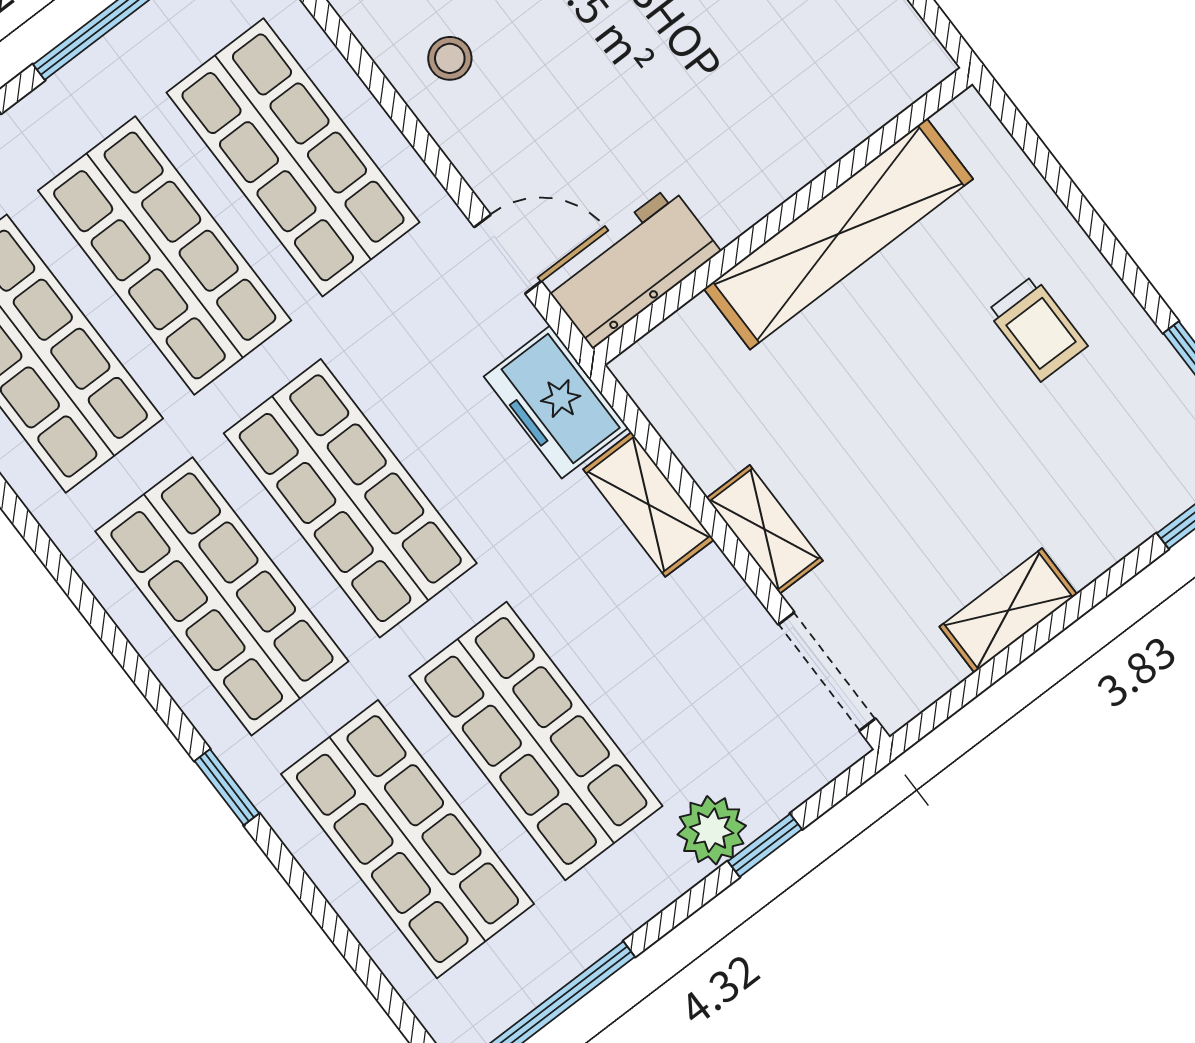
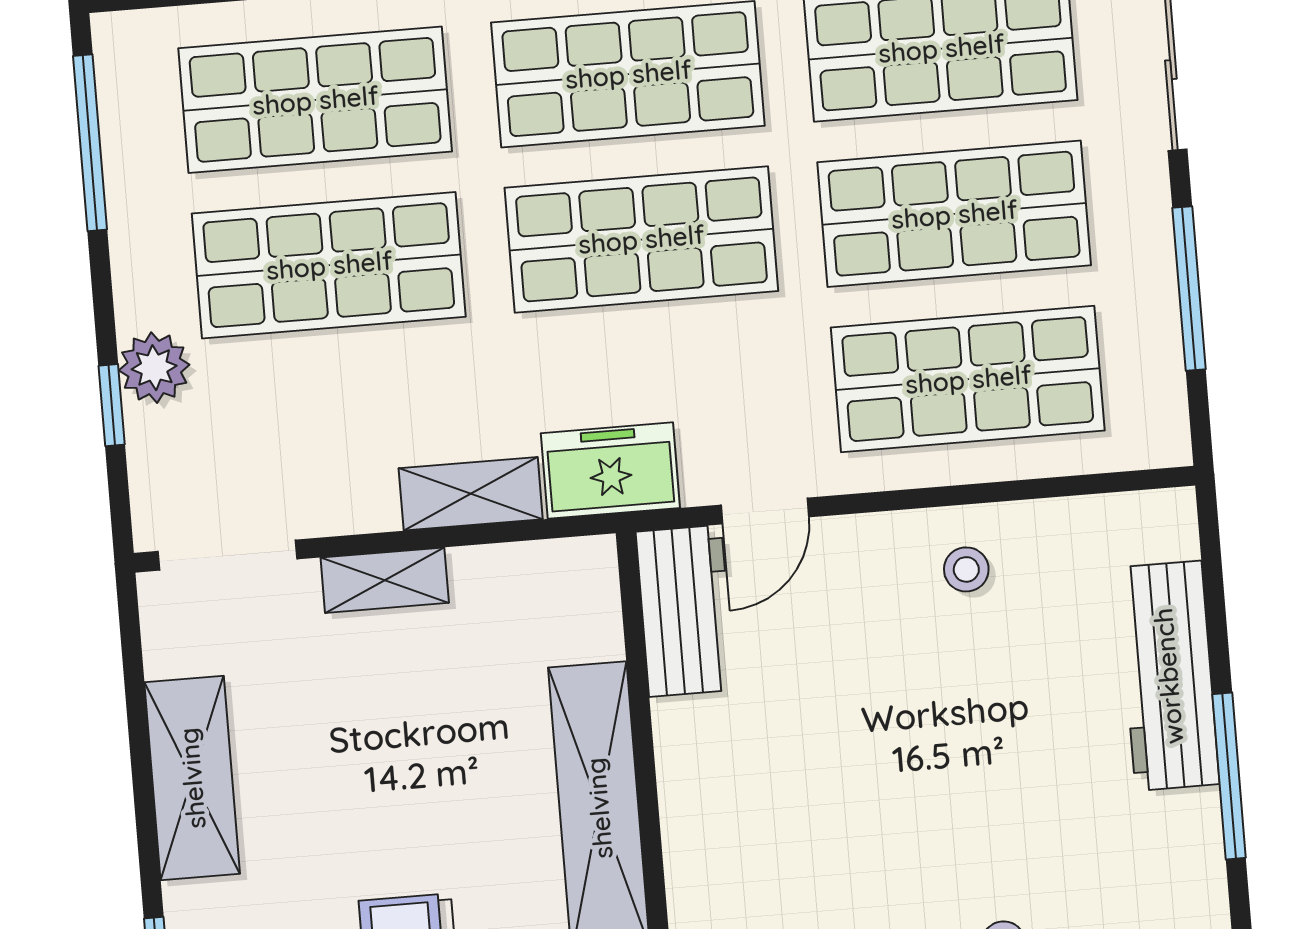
shelving: (1008, 610) -> (192, 778), width x1.50, depth x1.33

